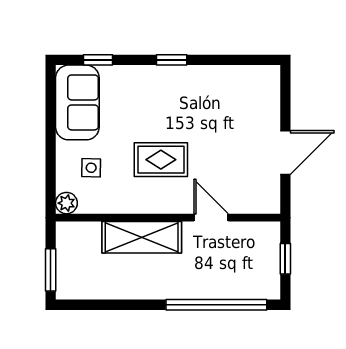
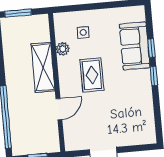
window: (98, 60) -> (151, 48), moved
sofa: (77, 102) -> (135, 46), moved, turned 90
plant: (66, 203) -> (63, 49), moved

